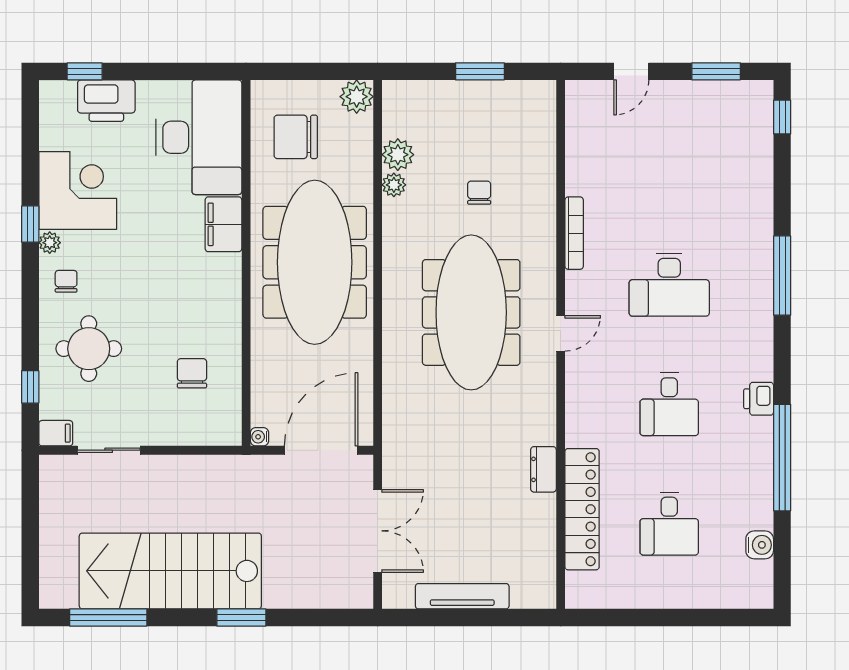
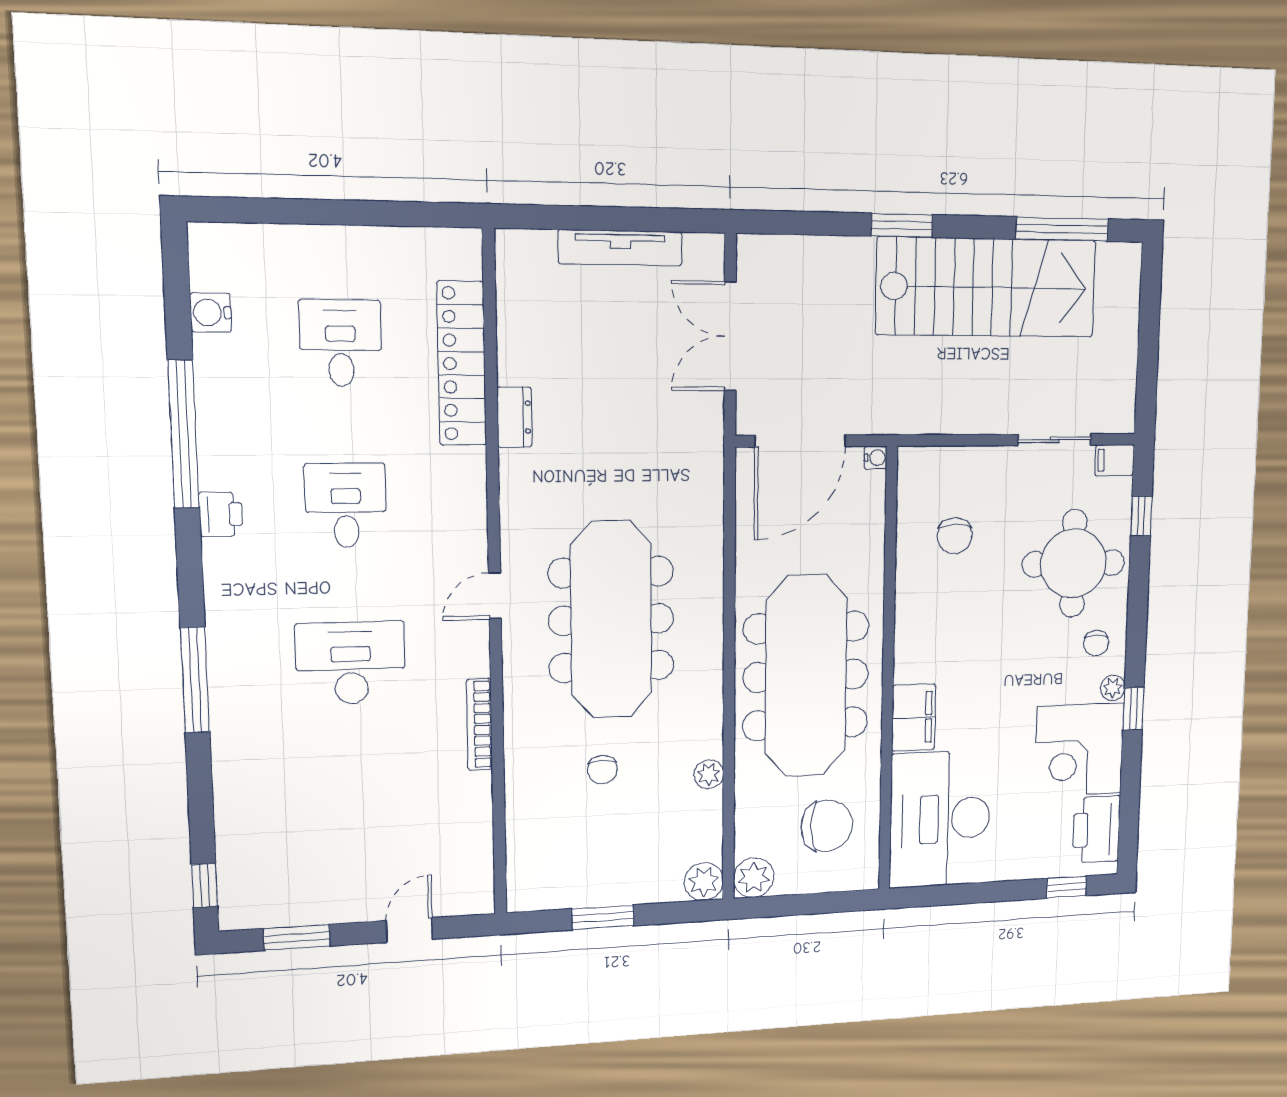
printer: (106, 101) -> (1096, 829), moved, turned -90
plant: (398, 155) -> (704, 882), moved
round table: (89, 349) -> (1073, 563), width x1.36, depth x1.36

